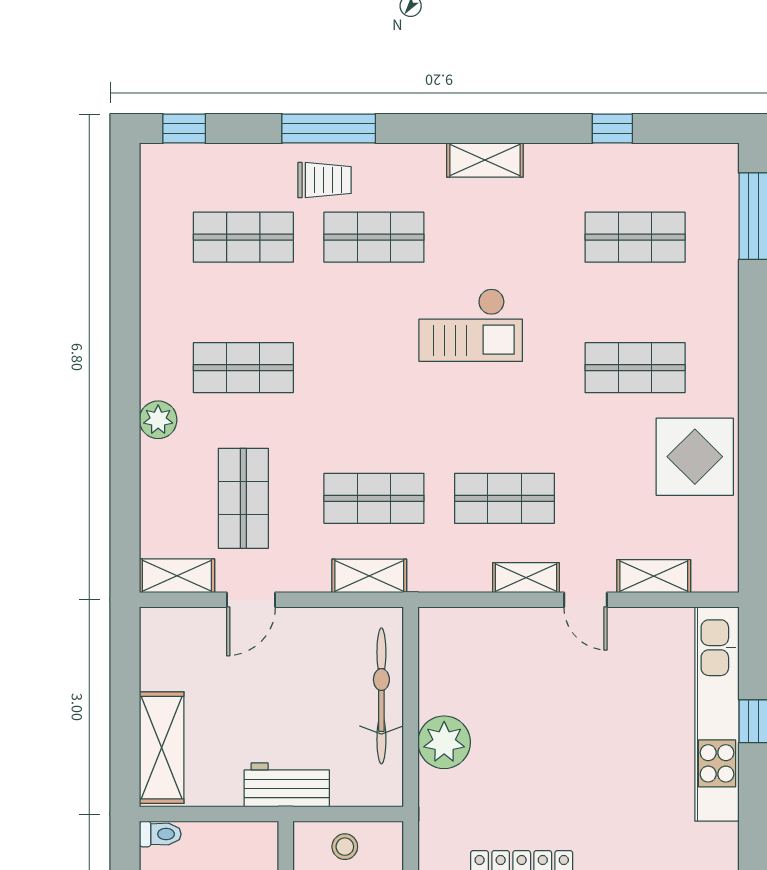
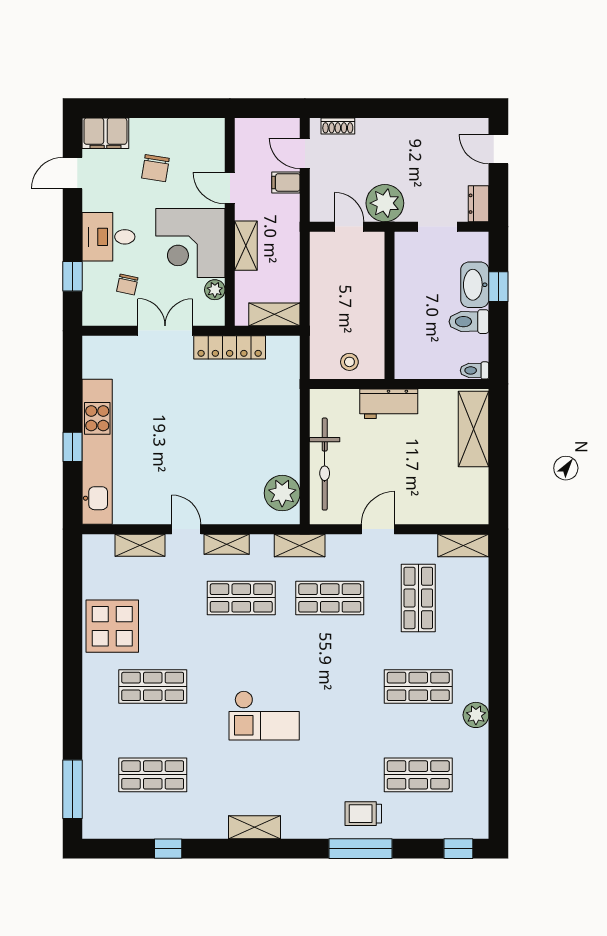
shop shelf: (374, 237) -> (330, 775), removed
checkout: (471, 325) -> (264, 715), turned 180
plant: (158, 420) -> (476, 715), moved
shelving: (369, 576) -> (300, 545), moved
door: (251, 600) -> (378, 529), moved
plant: (444, 742) -> (282, 493), moved

